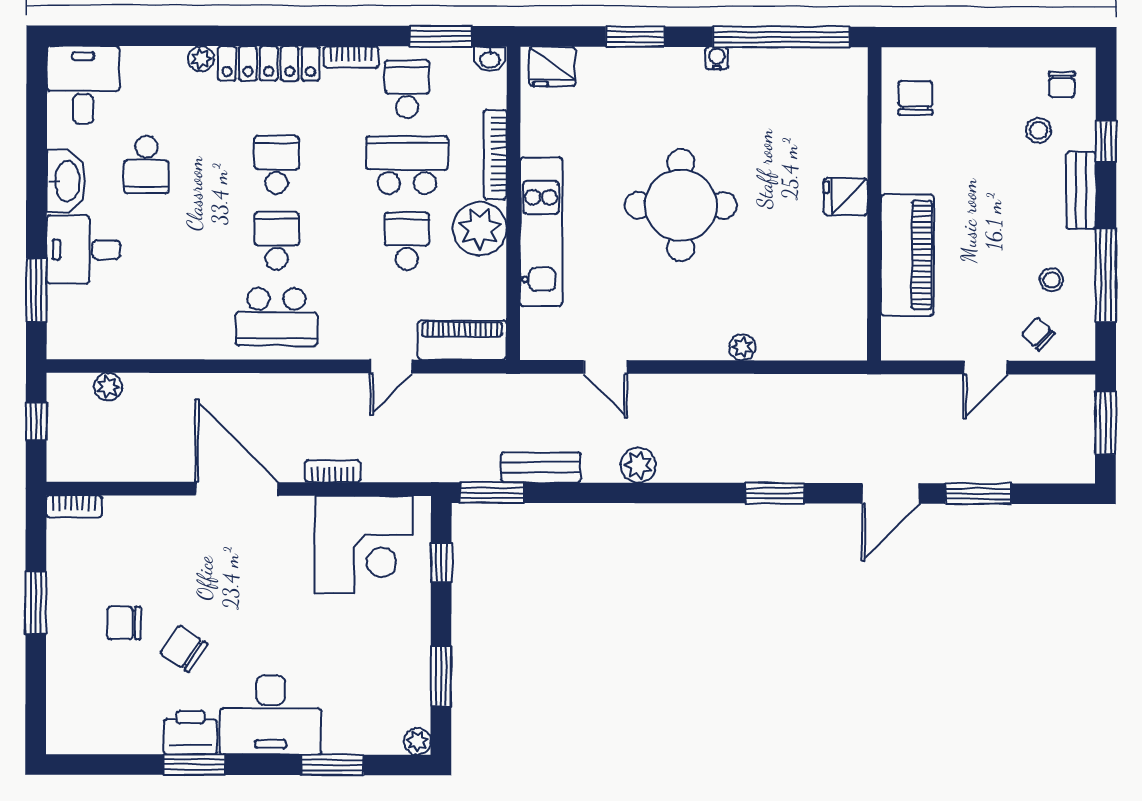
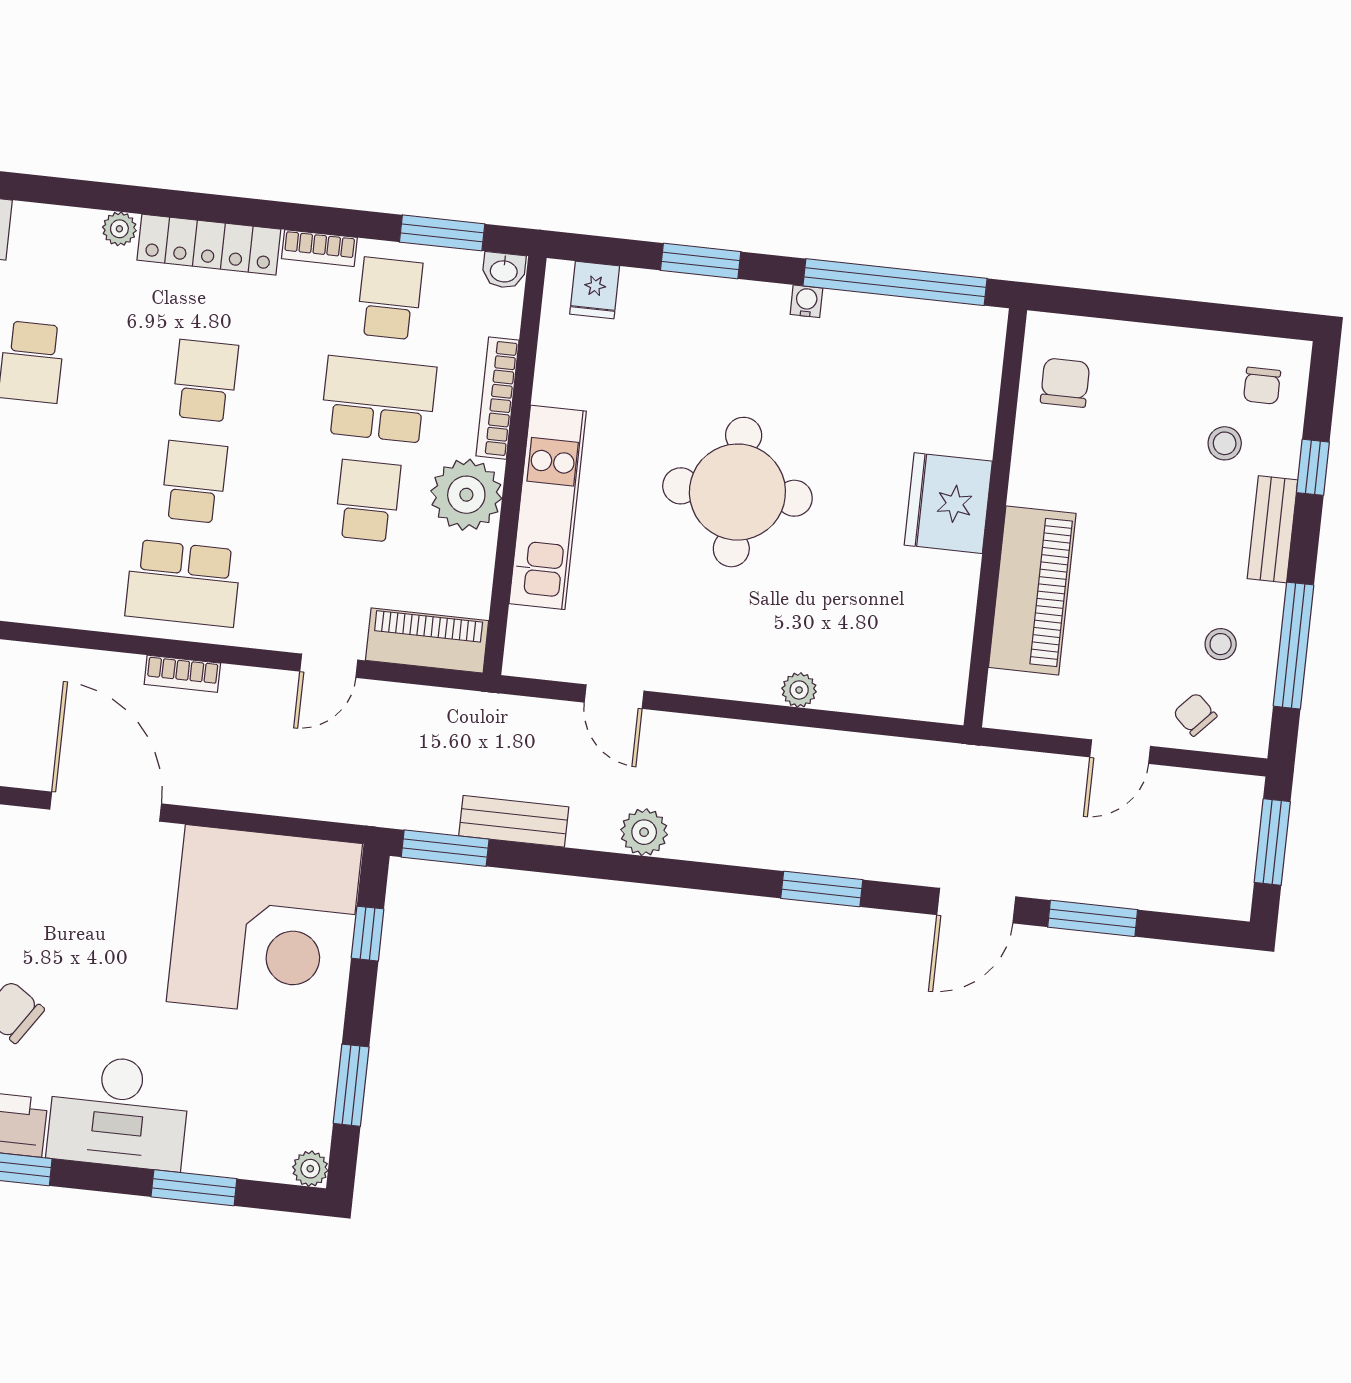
fridge: (552, 67) -> (595, 290), width x0.72
fridge: (846, 197) -> (948, 503), width x1.88, depth x1.34
bookcase: (333, 471) -> (182, 674), moved, turned 180
corner desk: (364, 545) -> (264, 923), width x1.36, depth x1.36

